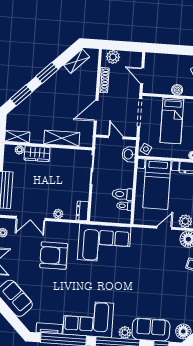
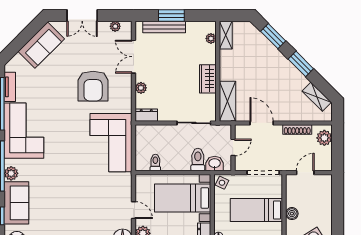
shelving: (62, 138) -> (227, 101), moved
wardrobe: (37, 154) -> (208, 79), moved
toilet: (122, 194) -> (198, 160), moved
armchair: (54, 256) -> (93, 86), turned 180

